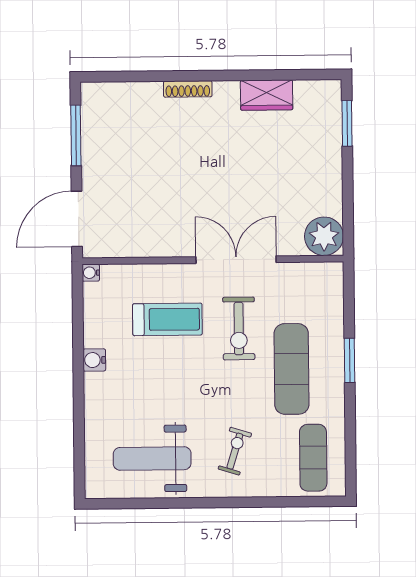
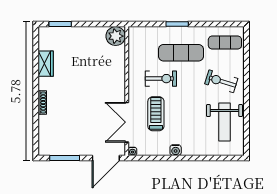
door: (77, 219) -> (106, 158), hinge flipped
double door: (236, 260) -> (127, 122), moved
exercise bike: (235, 451) -> (221, 81), width x1.38, depth x1.39

